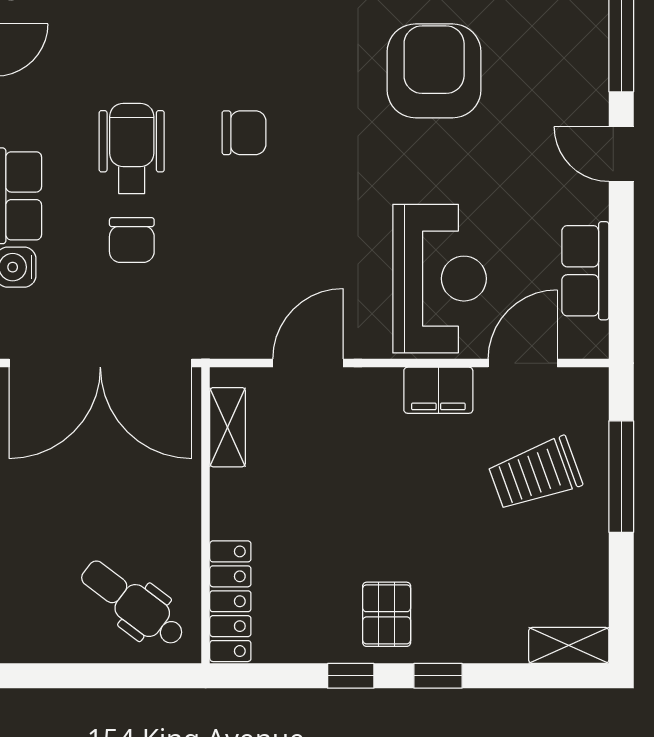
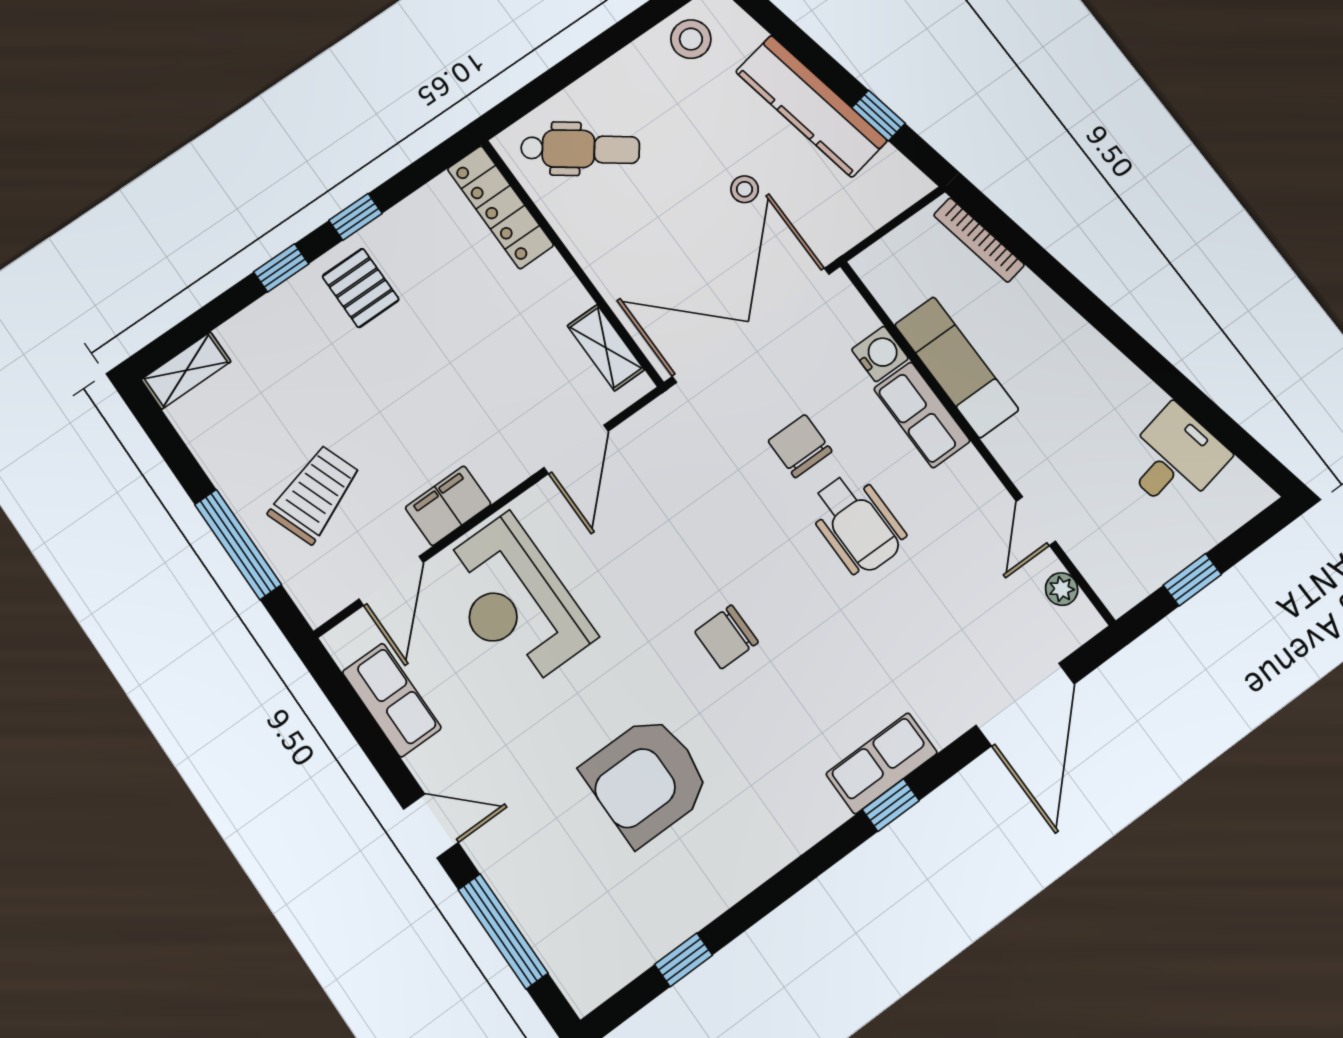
armchair: (434, 71) -> (647, 780), turned 90
chair: (244, 133) -> (726, 637), moved
stool: (26, 476) -> (745, 189), added

